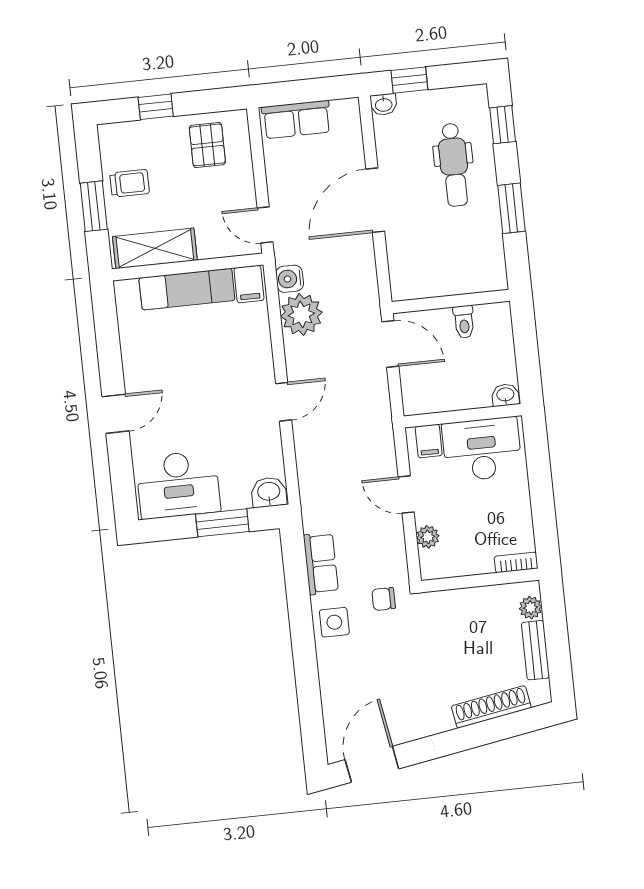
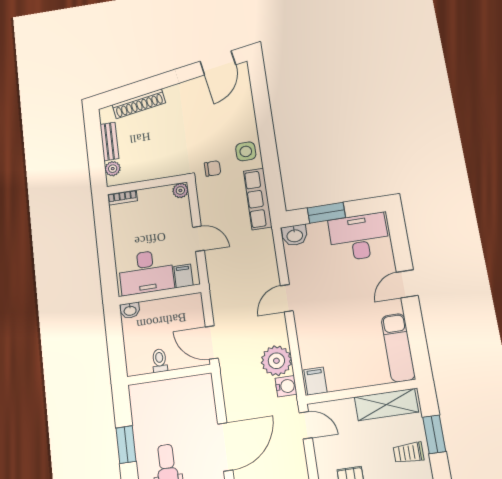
exam couch: (187, 289) -> (398, 348), moved, turned -90
plant: (428, 537) -> (180, 190), moved
row of seats: (321, 564) -> (258, 199), width x1.48

